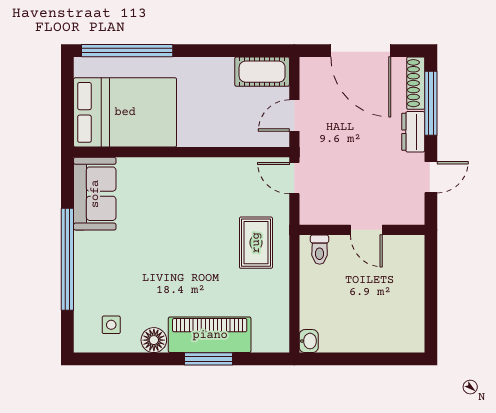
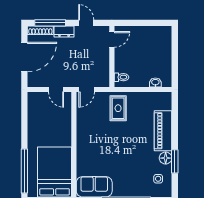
cot: (262, 72) -> (35, 105), removed
door: (366, 230) -> (112, 39), moved
rug: (256, 243) -> (118, 108), turned 90
washbasin: (309, 341) -> (155, 82), moved
window: (208, 359) -> (175, 161), moved

